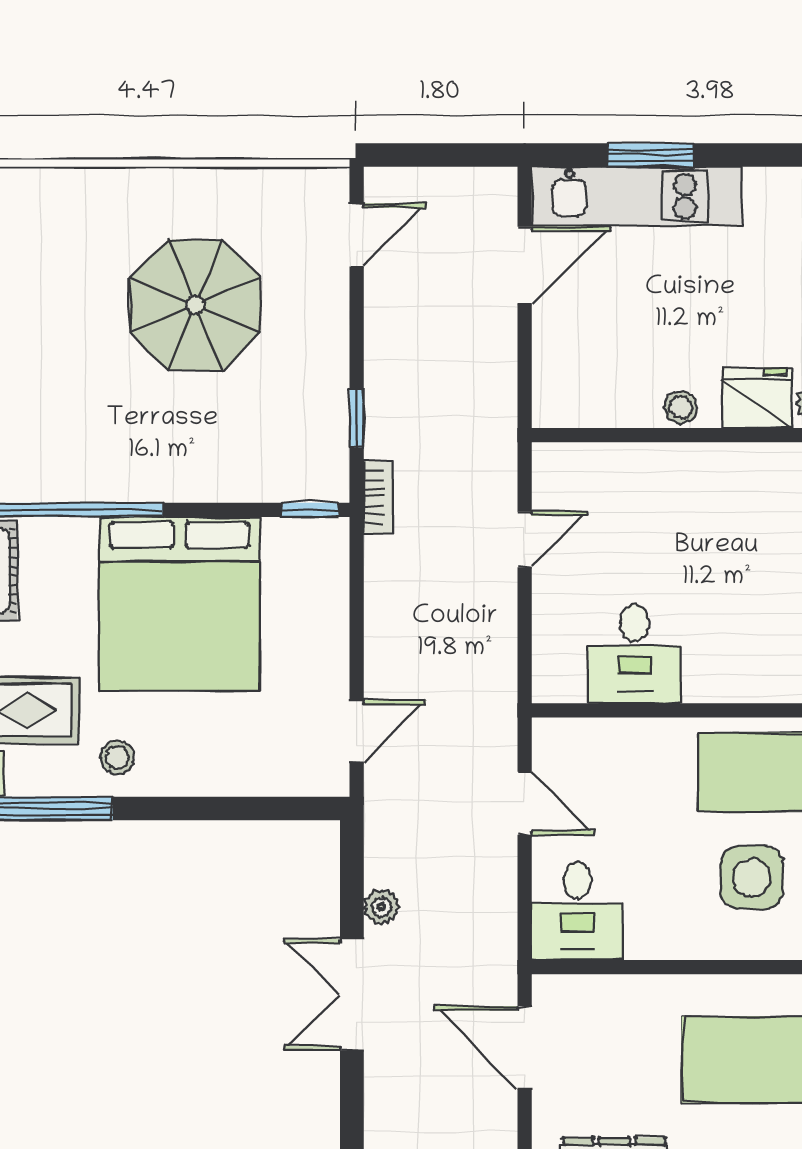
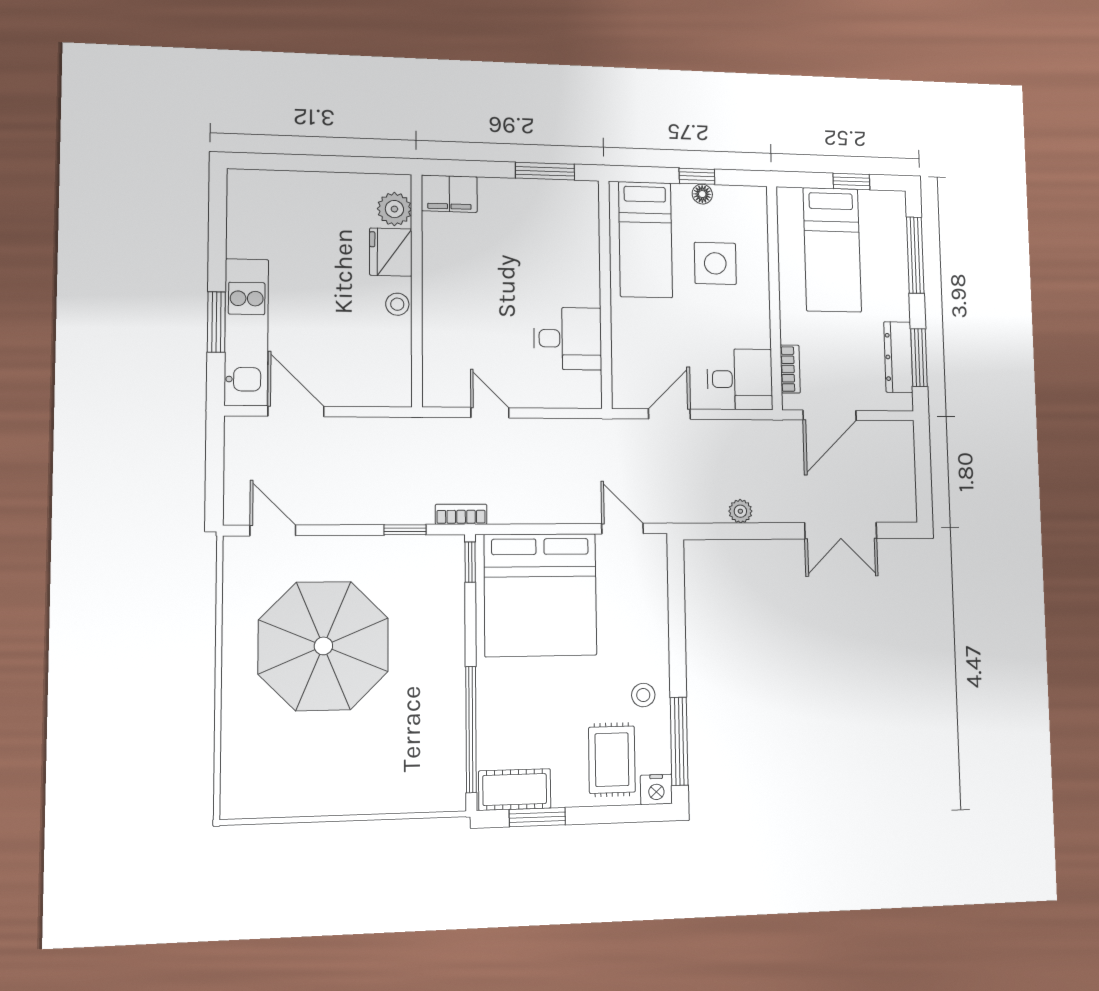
parasol: (195, 305) -> (323, 646), width x1.36, depth x1.36
bed: (180, 604) -> (540, 595), moved, turned 90
bookcase: (594, 989) -> (790, 369), added
double door: (352, 995) -> (841, 531), moved

